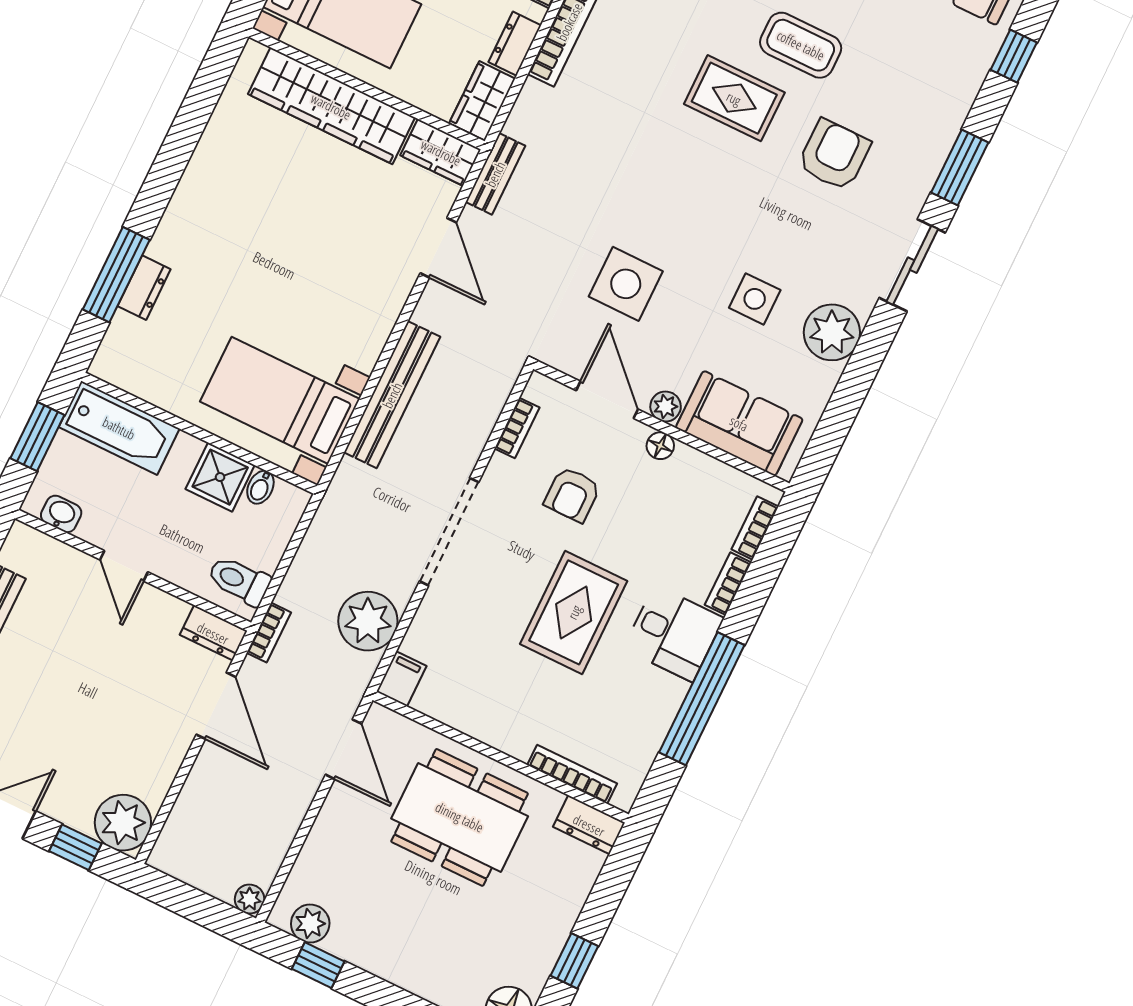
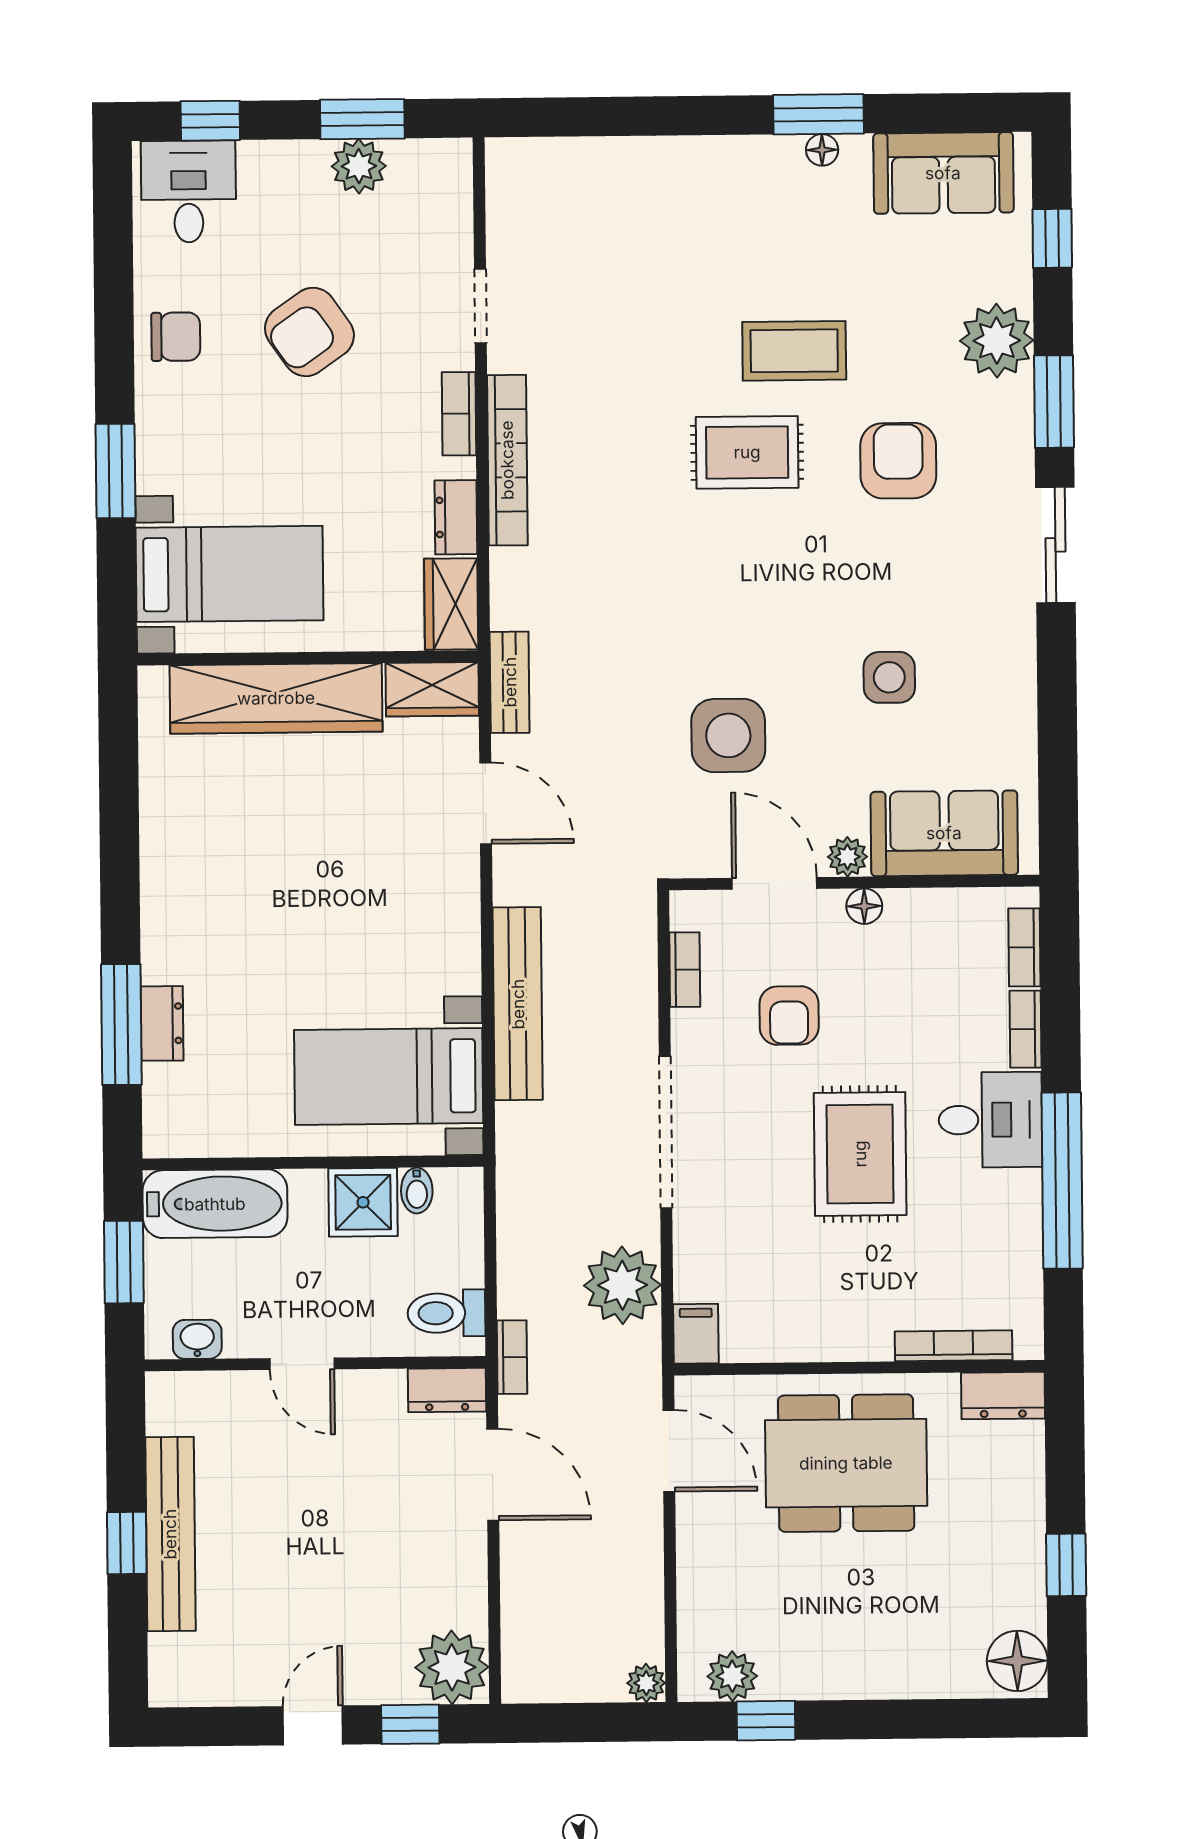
plant: (832, 332) -> (997, 341), moved

